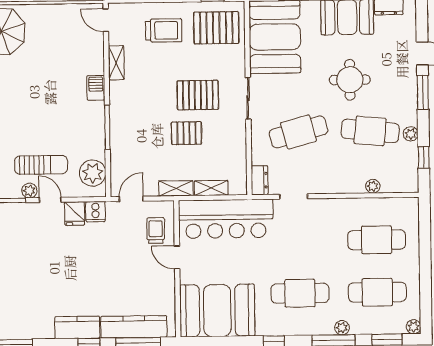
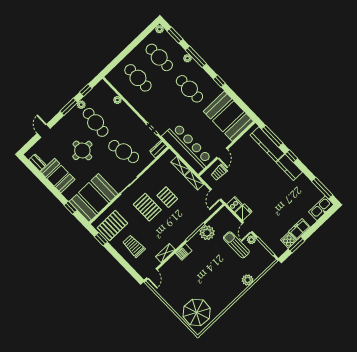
pallet: (216, 28) -> (112, 225), turned 90
window: (423, 92) -> (69, 107), moved
plant: (93, 173) -> (207, 233), moved
door: (131, 199) -> (216, 195), hinge flipped

